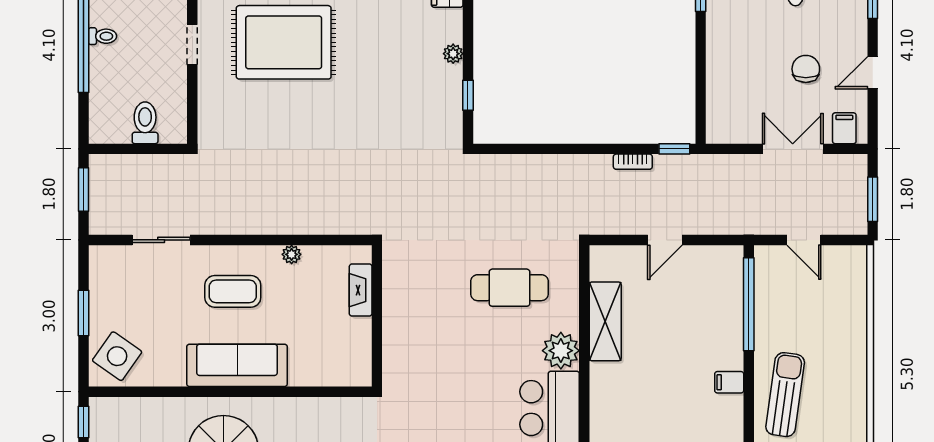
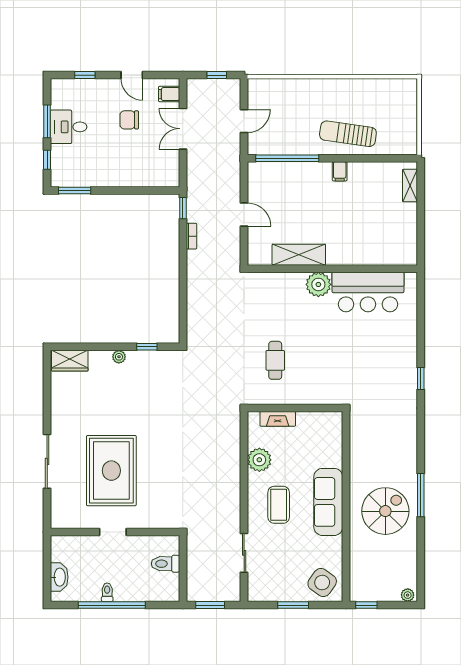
window: (873, 199) -> (217, 75), width x0.67
plant: (292, 254) -> (259, 460), width x1.87, depth x1.87
cafe table: (509, 288) -> (275, 360), moved, width x0.73, depth x0.74

